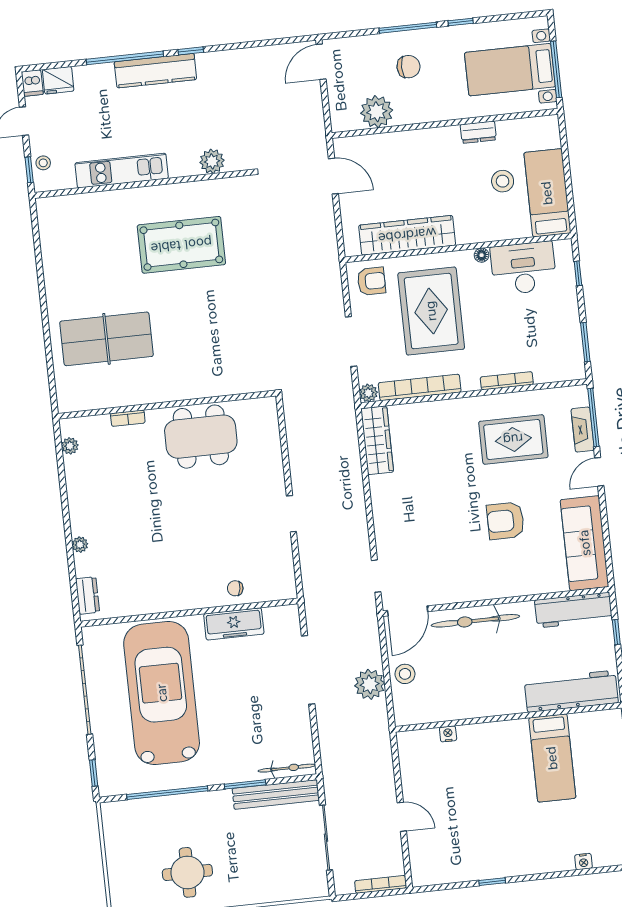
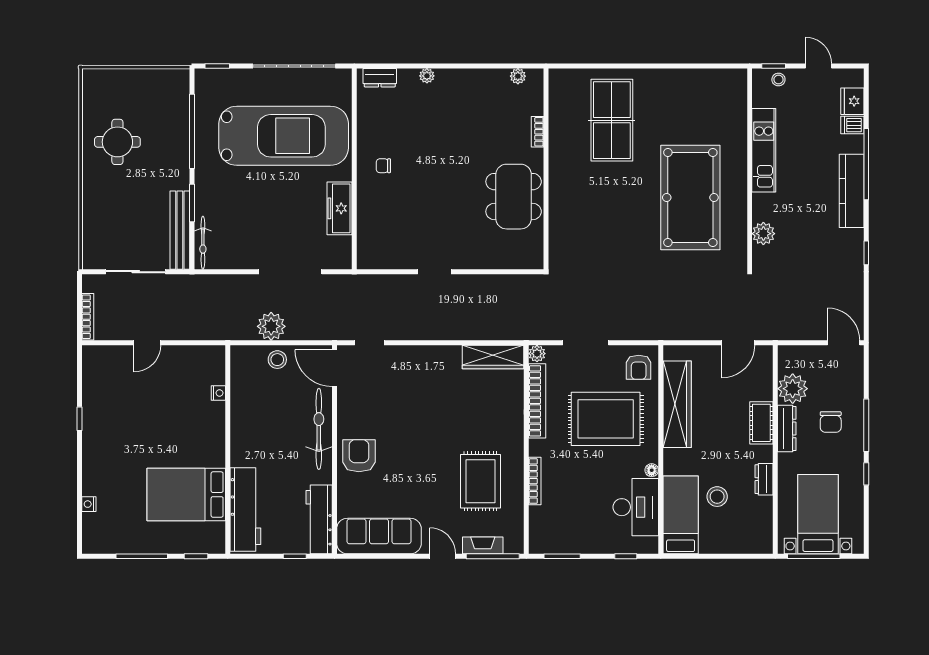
window: (191, 51) -> (866, 253), moved
dishwasher: (32, 83) -> (852, 125), moved
dresser: (421, 113) -> (787, 429), added
cot: (418, 142) -> (761, 423), added
bed: (547, 193) -> (681, 515), moved, turned -90
pool table: (181, 245) -> (690, 197), width x1.36, depth x1.32
armchair: (506, 521) -> (359, 456), moved
chair: (235, 588) -> (383, 166), moved, turned -99
bed: (552, 758) -> (186, 495), width x1.50

